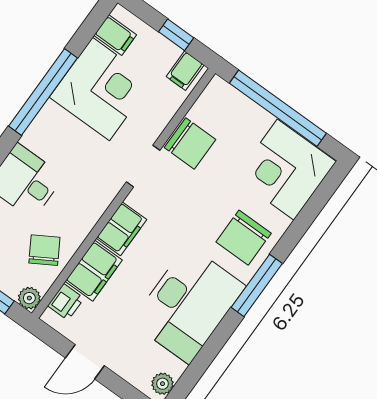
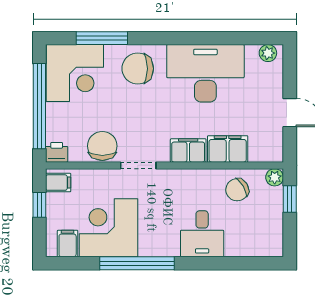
chair: (244, 238) -> (138, 69), turned 180
window: (257, 285) -> (102, 38), moved
printer: (66, 302) -> (57, 152), moved

